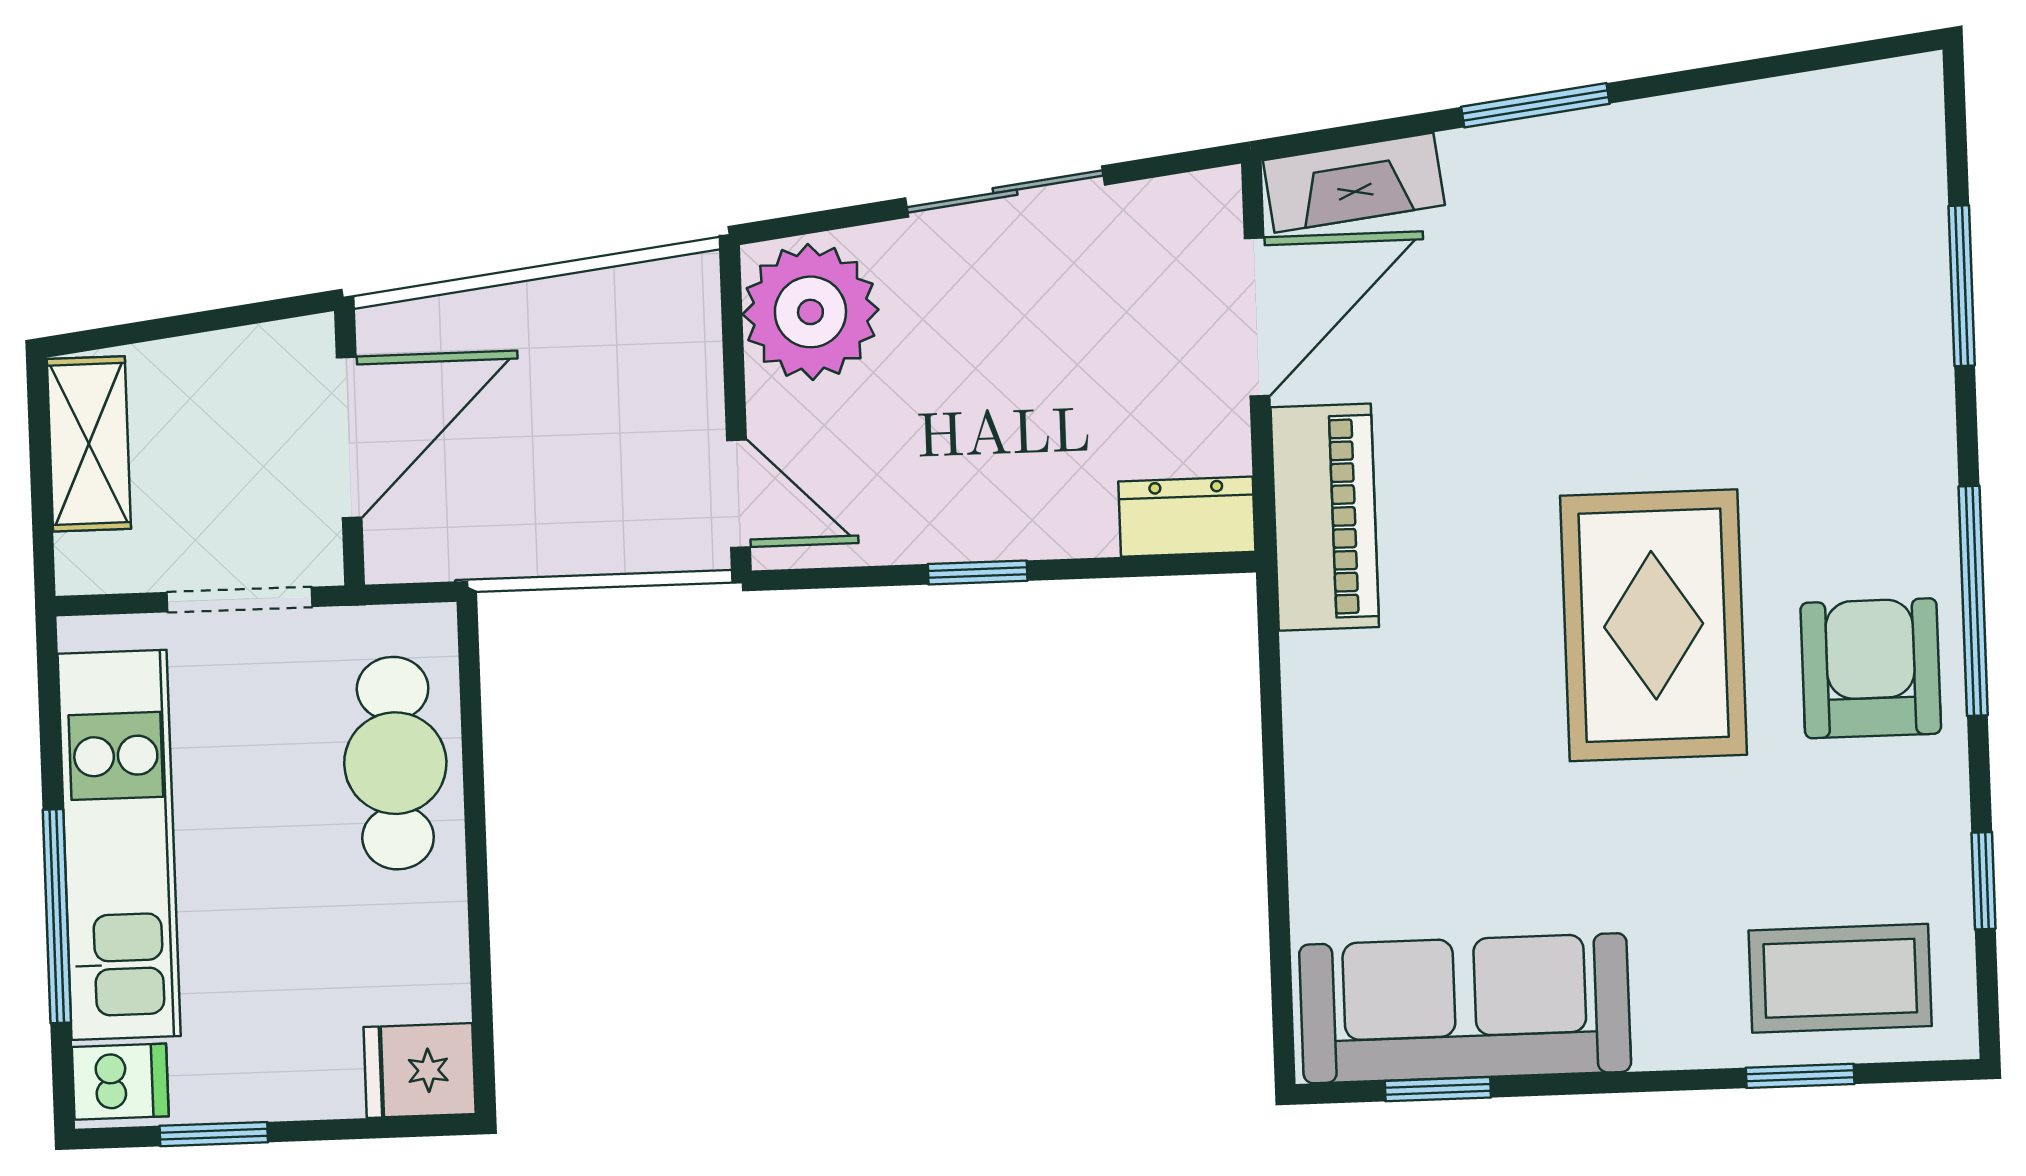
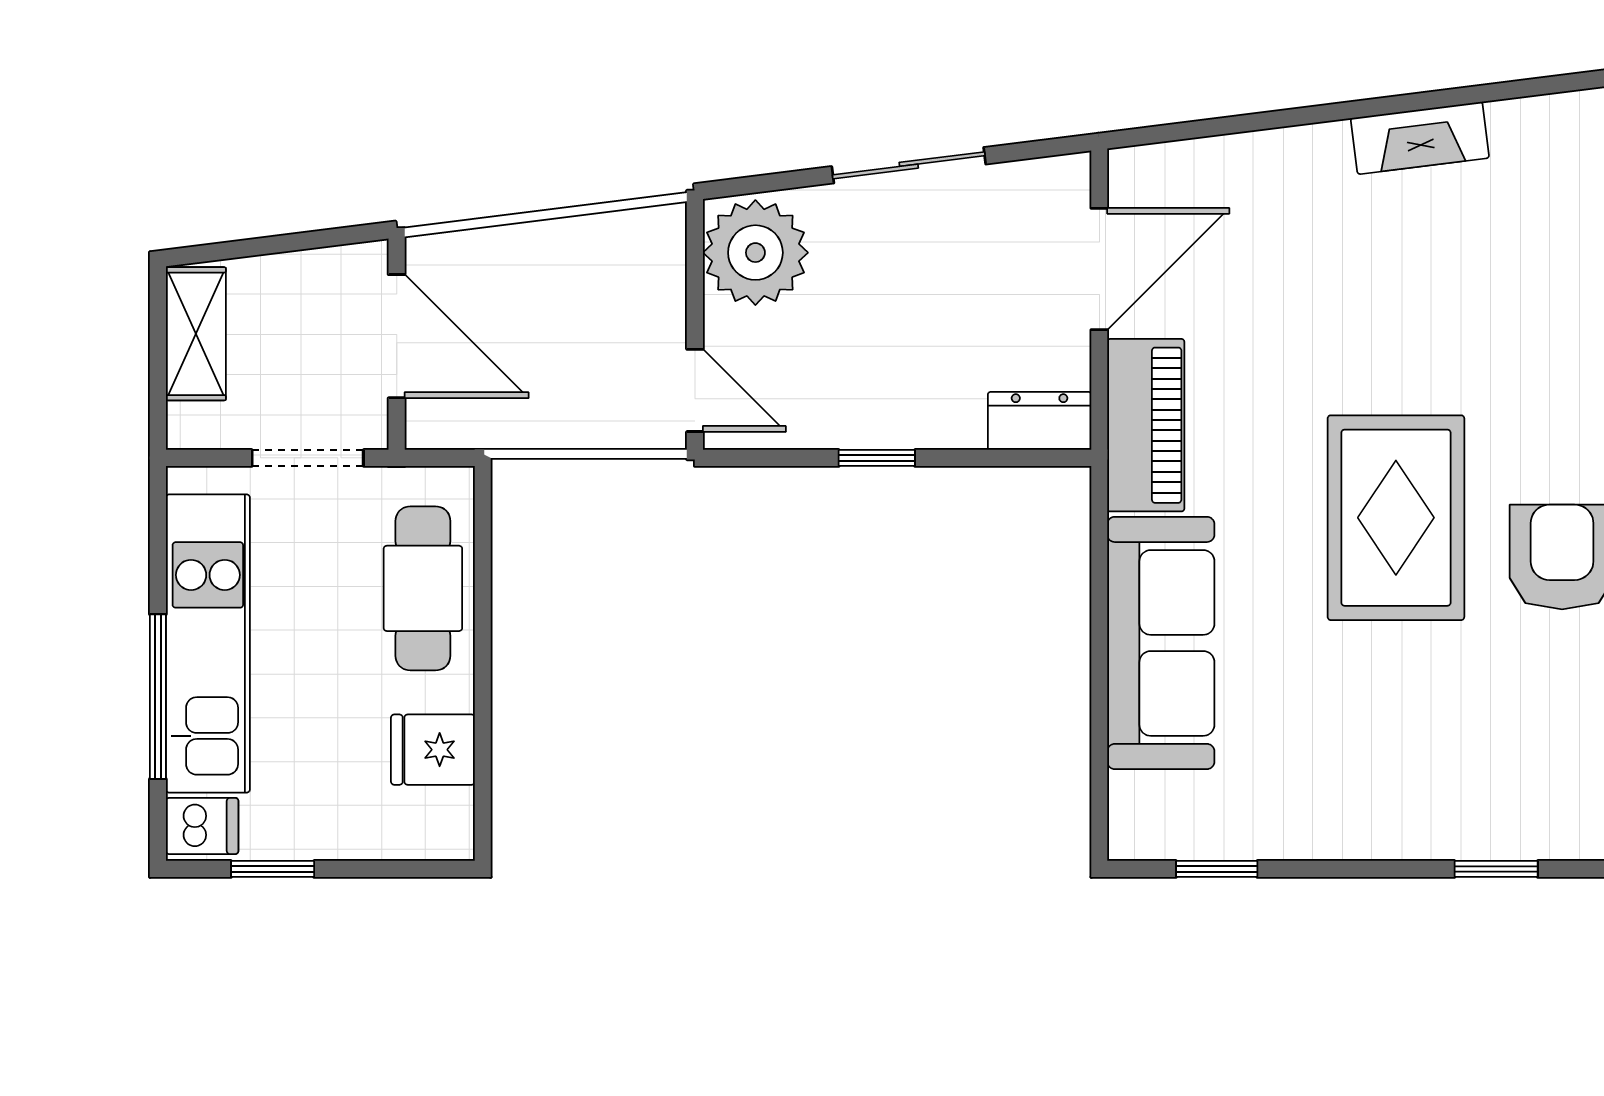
window: (1535, 105) -> (1320, 114), removed
fireplace: (1354, 183) -> (1420, 138), moved
door: (349, 437) -> (397, 336), hinge flipped
coffee table: (1840, 978) -> (1530, 795), removed
sofa: (1465, 1008) -> (1161, 643), moved, turned 90
fridge: (420, 1071) -> (433, 750), moved

